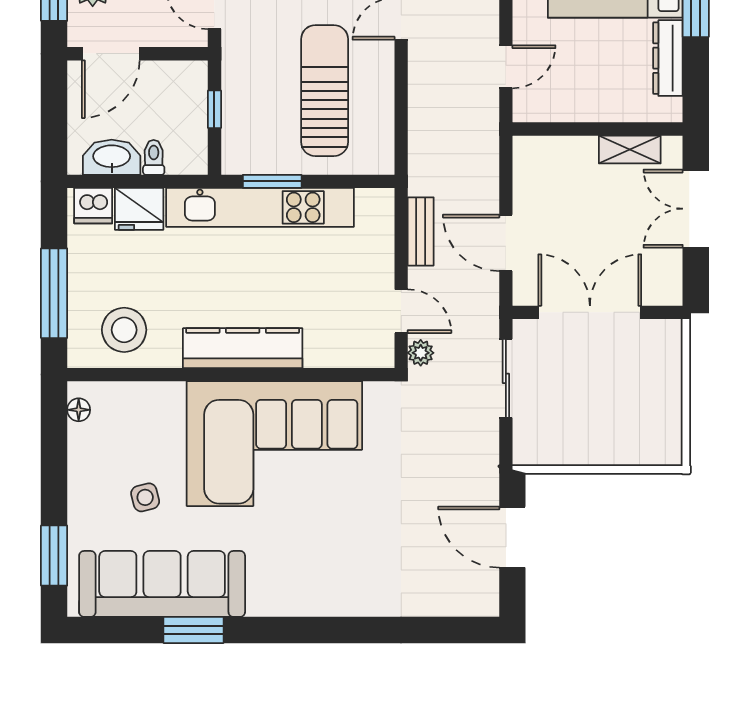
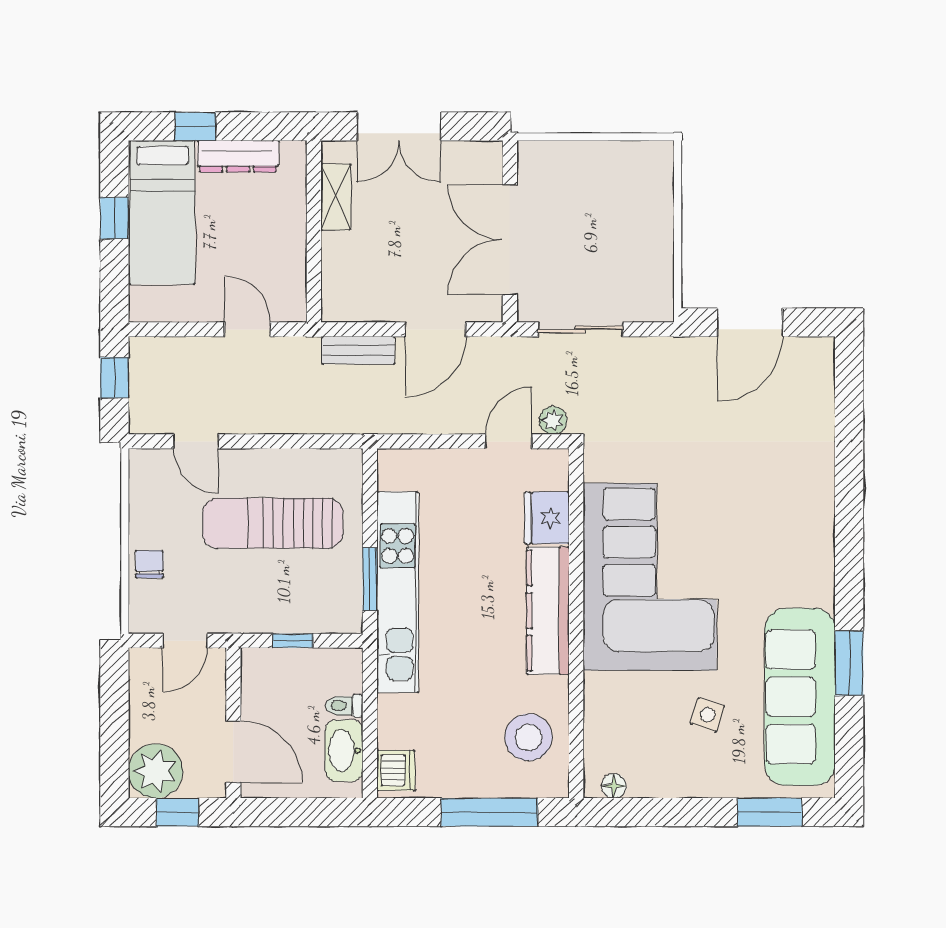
fridge: (139, 209) -> (547, 518), moved, turned 180
bench: (421, 231) -> (358, 350), moved
side table: (145, 497) -> (707, 715), turned 32

